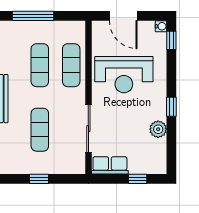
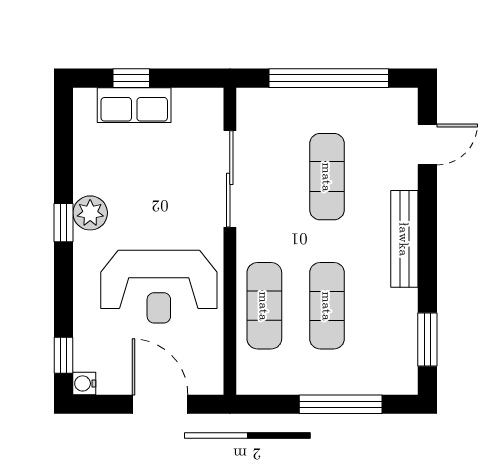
reception desk: (124, 75) -> (159, 287), turned 180
plant: (158, 129) -> (90, 213), moved
row of seats: (110, 165) -> (134, 105), moved
window: (39, 179) -> (329, 78), width x3.17

